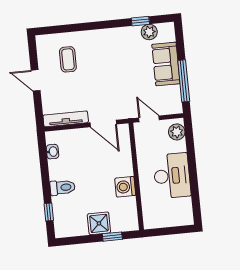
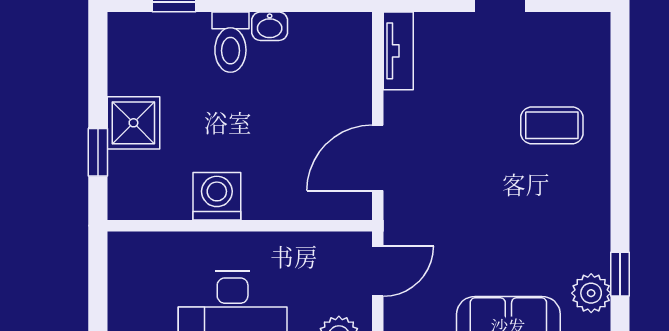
coffee table: (68, 59) -> (552, 125), moved
tv unit: (66, 119) -> (398, 51), width x0.71
washbasin: (52, 152) -> (270, 26), moved

